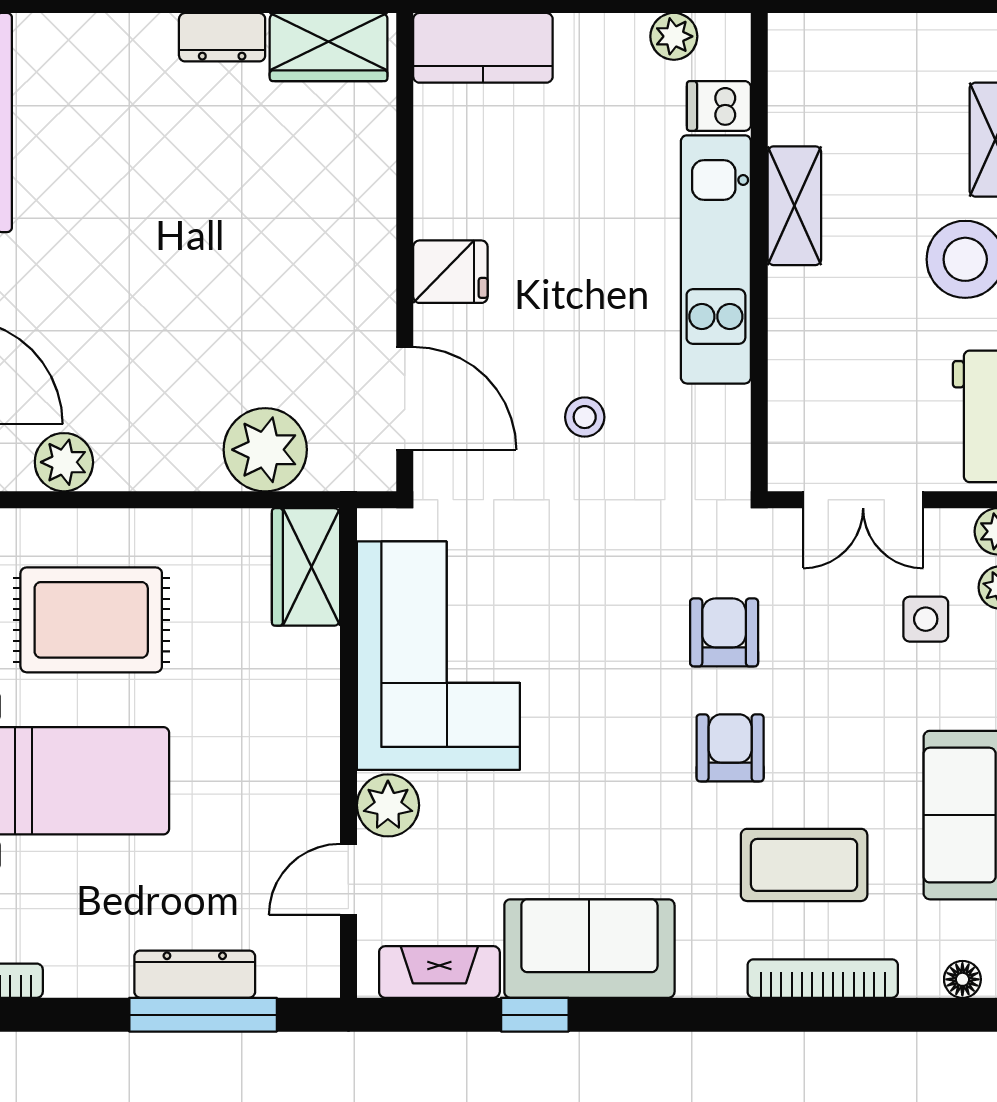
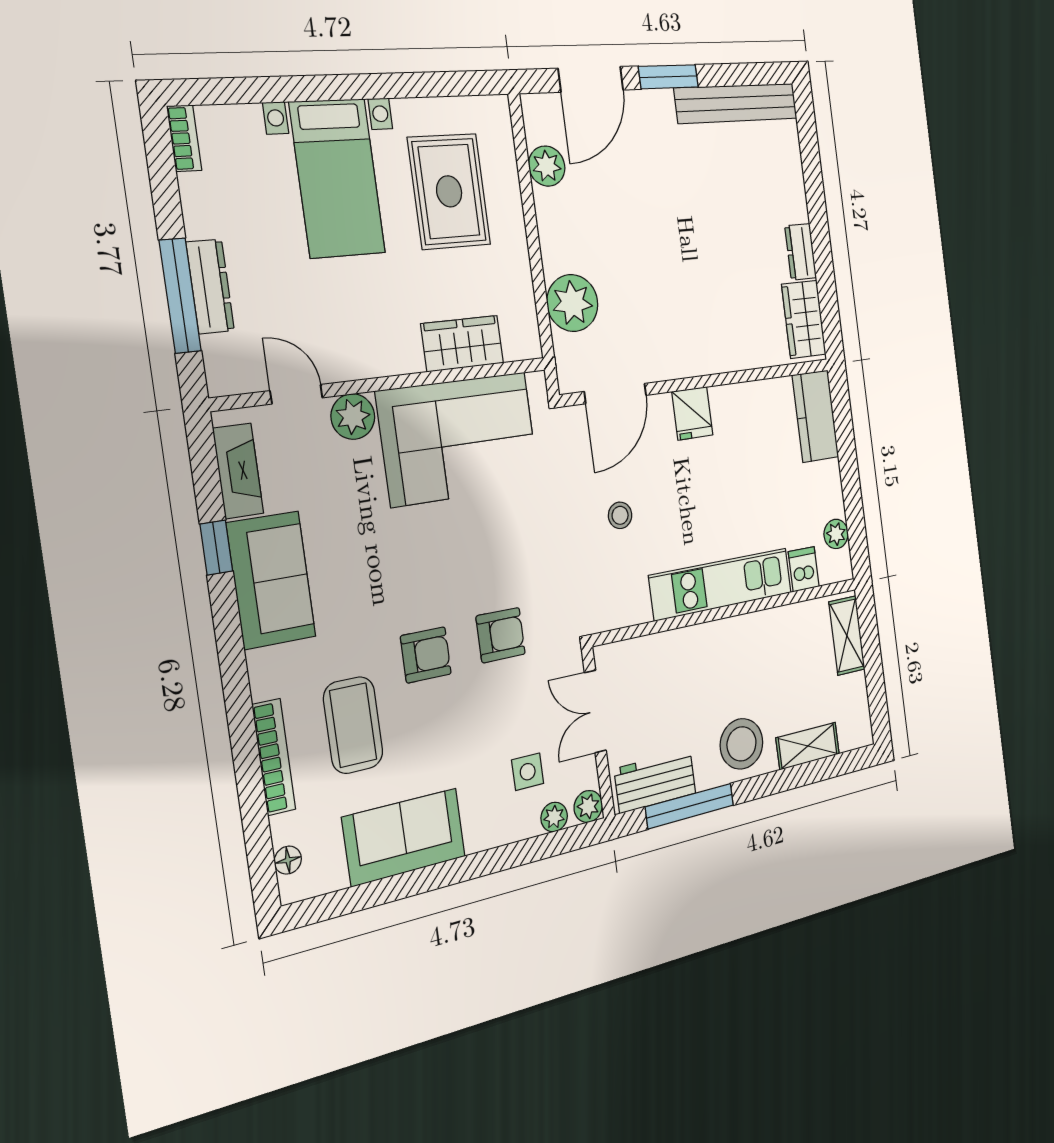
shelving: (794, 206) -> (847, 636), moved, turned 90
wardrobe: (306, 567) -> (462, 344), moved

